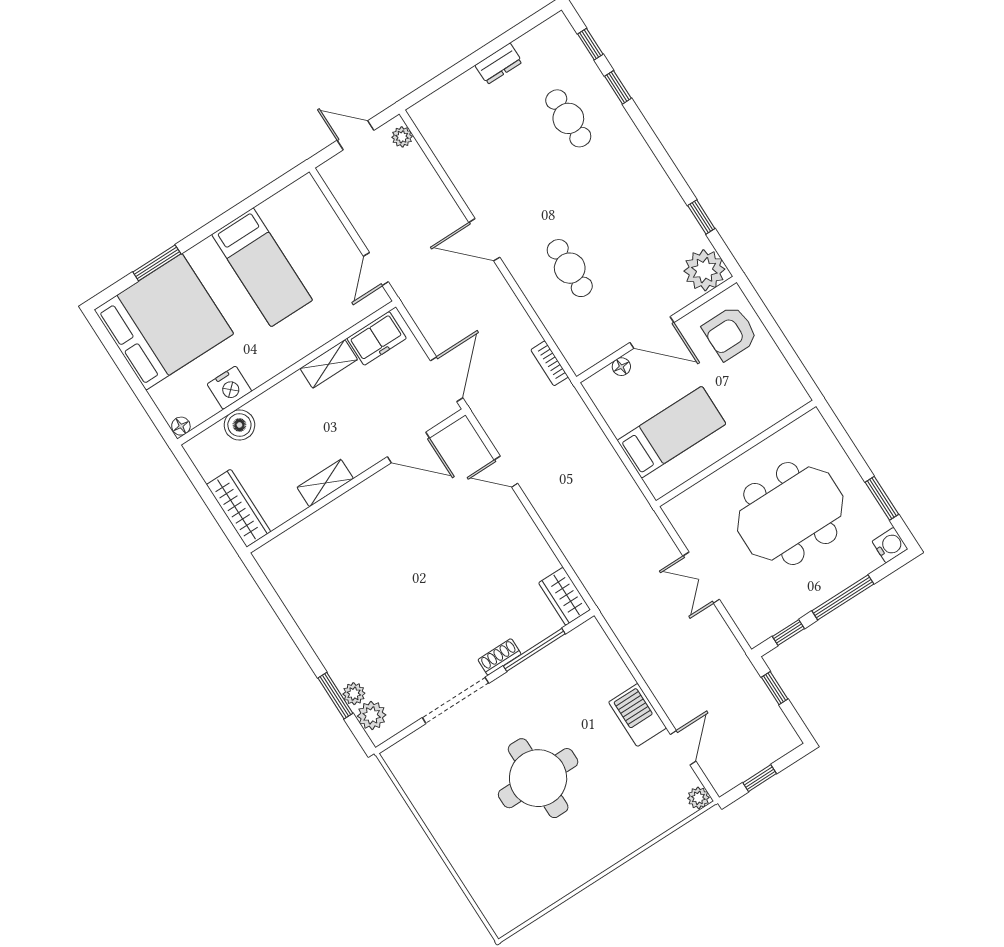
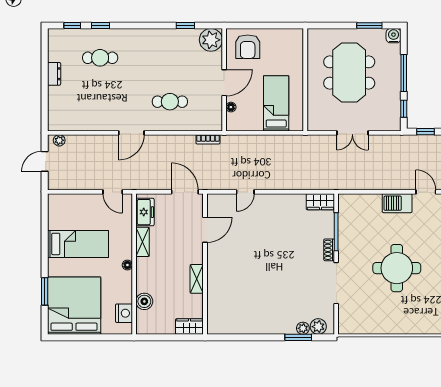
nightstand: (229, 388) -> (124, 313), moved
floor lamp: (181, 426) -> (127, 265), moved
wardrobe: (239, 508) -> (189, 327), width x0.67

